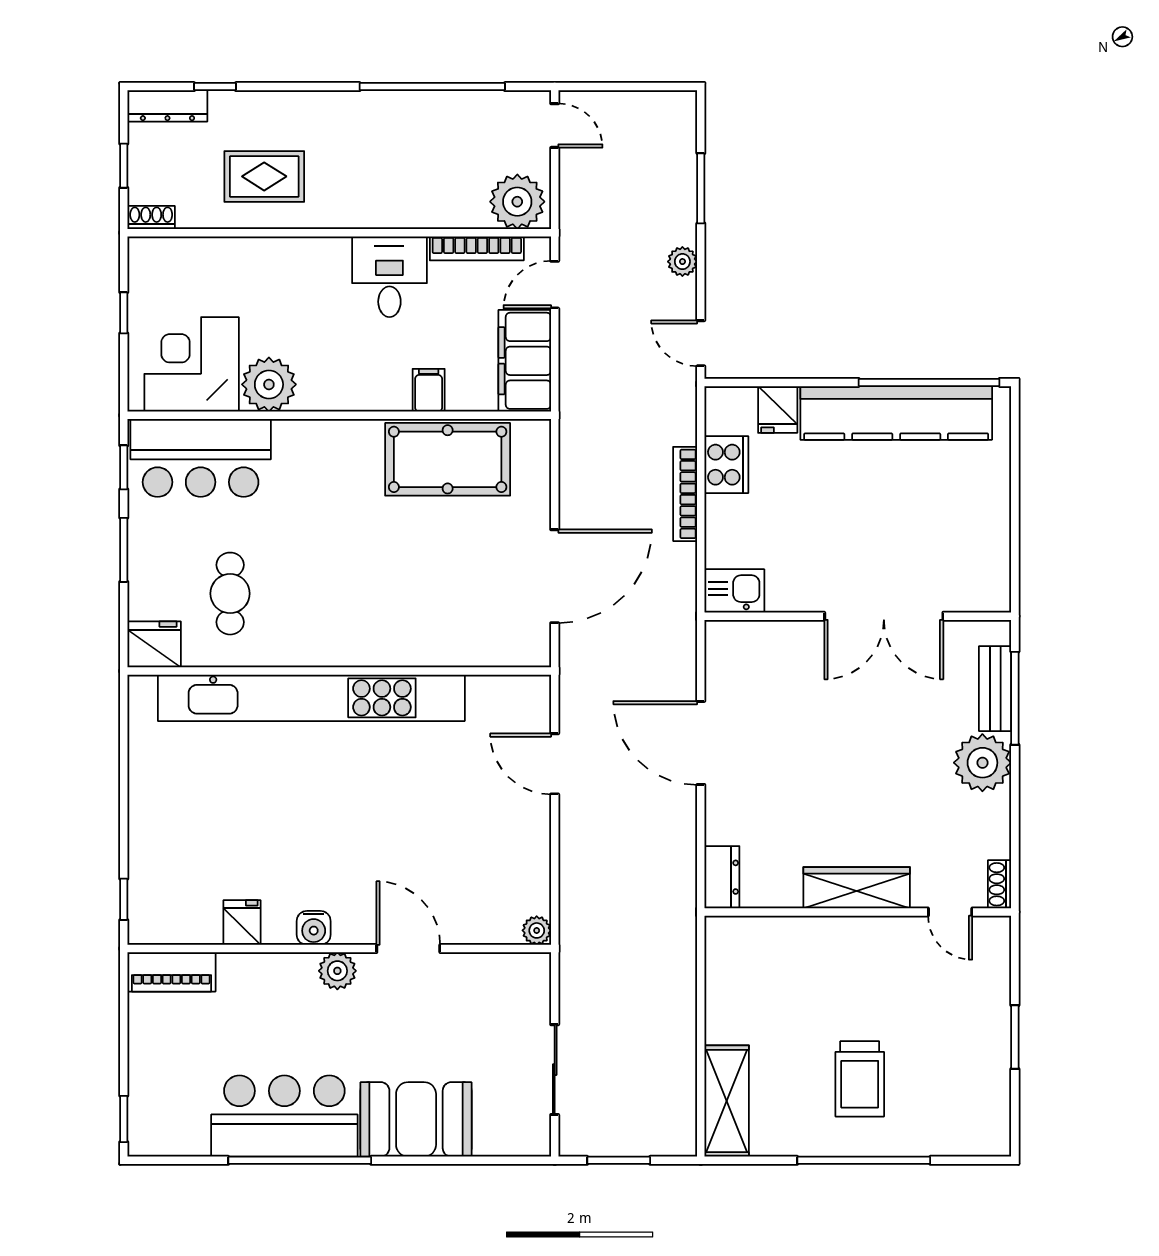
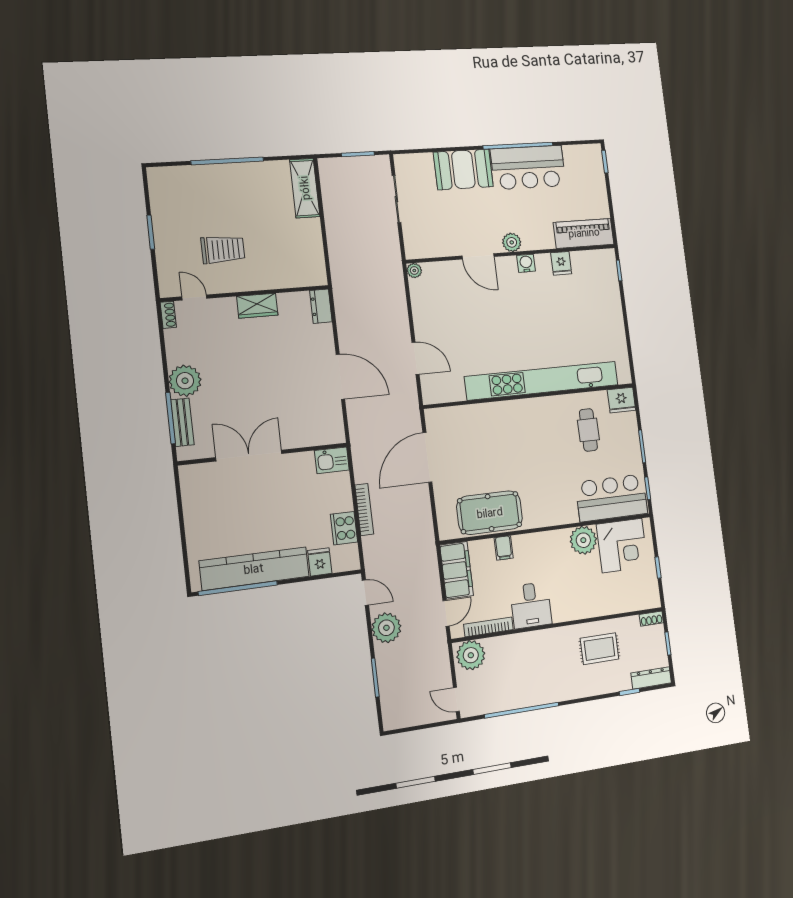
plant: (682, 262) -> (386, 628), width x1.87, depth x1.87
wardrobe: (857, 888) -> (257, 306), width x0.67
piano: (172, 972) -> (584, 233), width x1.37, depth x1.33
trolley: (860, 1079) -> (223, 249), moved, turned 90

